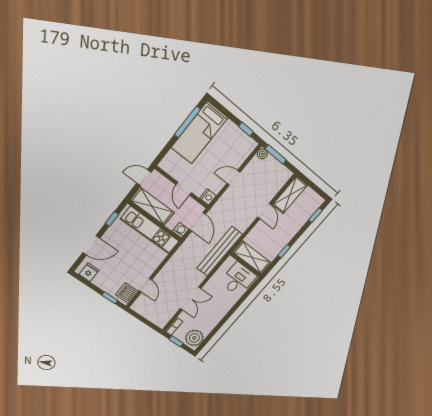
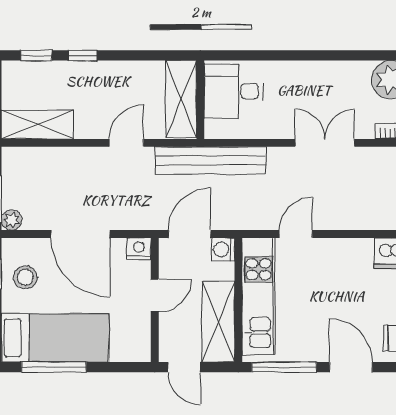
stool: (235, 141) -> (25, 277), added
door: (233, 178) -> (80, 234), width x1.88
door: (265, 211) -> (126, 143), moved
window: (112, 219) -> (284, 367), width x2.17
window: (284, 251) -> (82, 55), moved
door: (145, 285) -> (296, 234), moved

